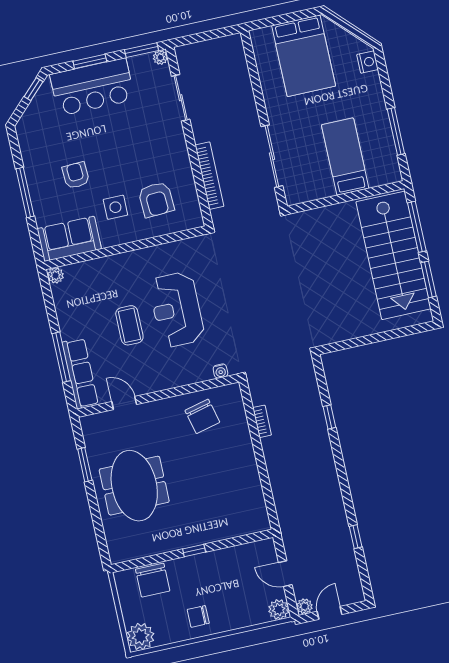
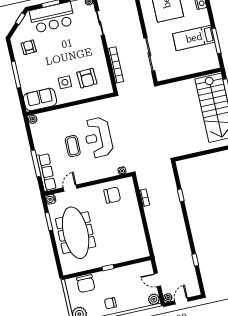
bed: (345, 157) -> (194, 38), moved, turned -90
armchair: (76, 175) -> (29, 47), moved
door: (124, 403) -> (70, 188), hinge flipped
chair: (202, 416) -> (112, 195), turned -76
water cooler: (88, 424) -> (51, 199), added
meeting table: (134, 486) -> (76, 233), width x1.36

